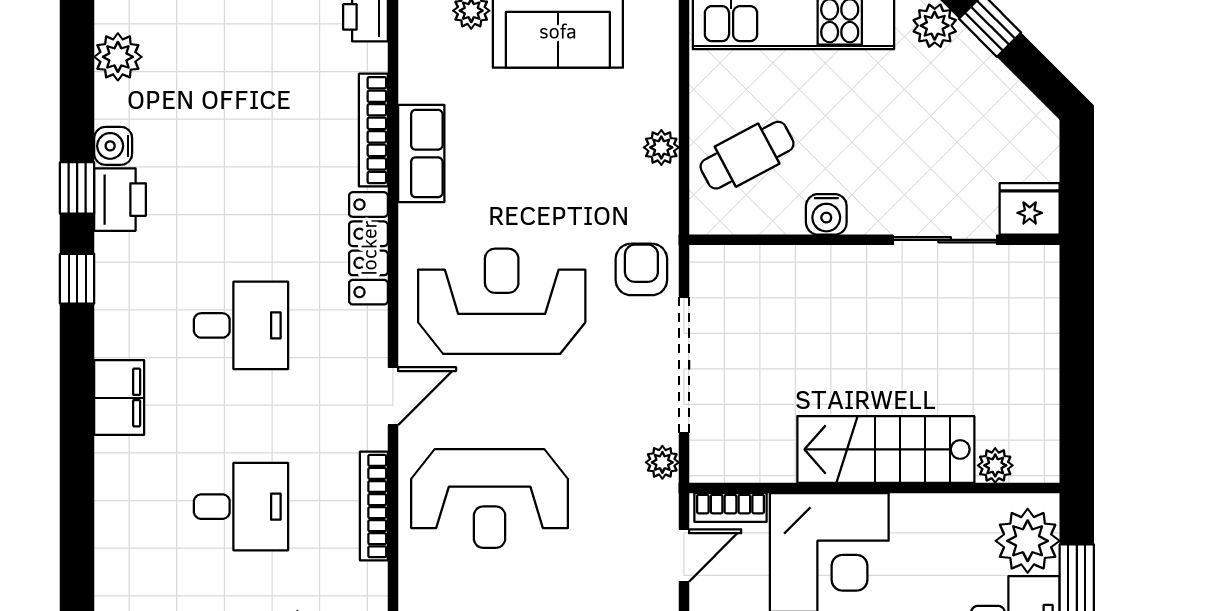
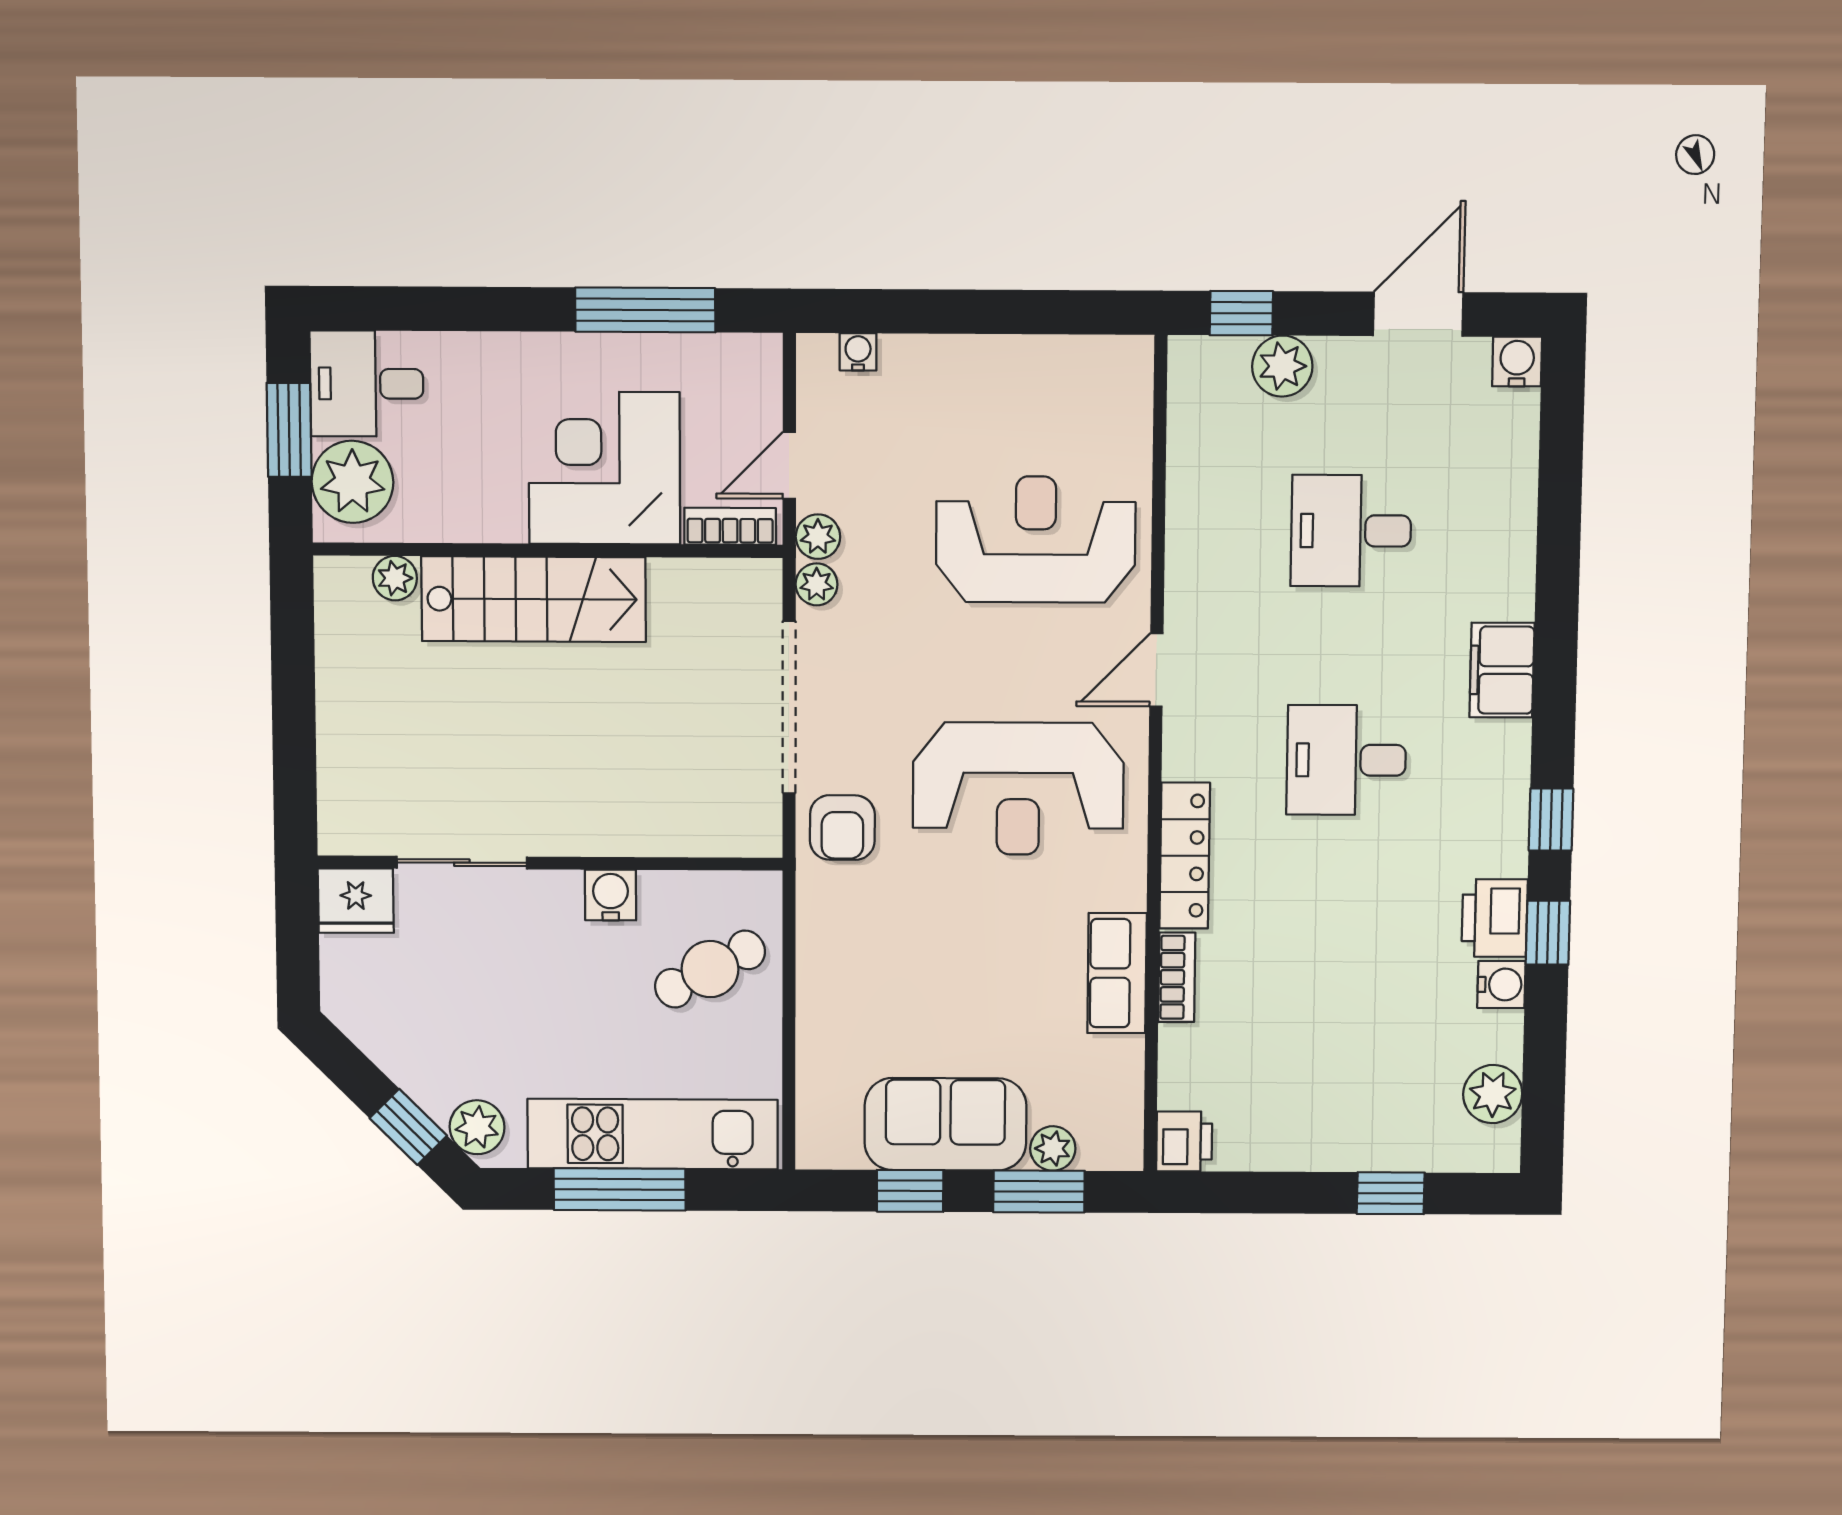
bookcase: (373, 130) -> (1177, 977), width x0.64
plant: (661, 147) -> (818, 537), moved
bookcase: (374, 506) -> (1183, 531), removed

